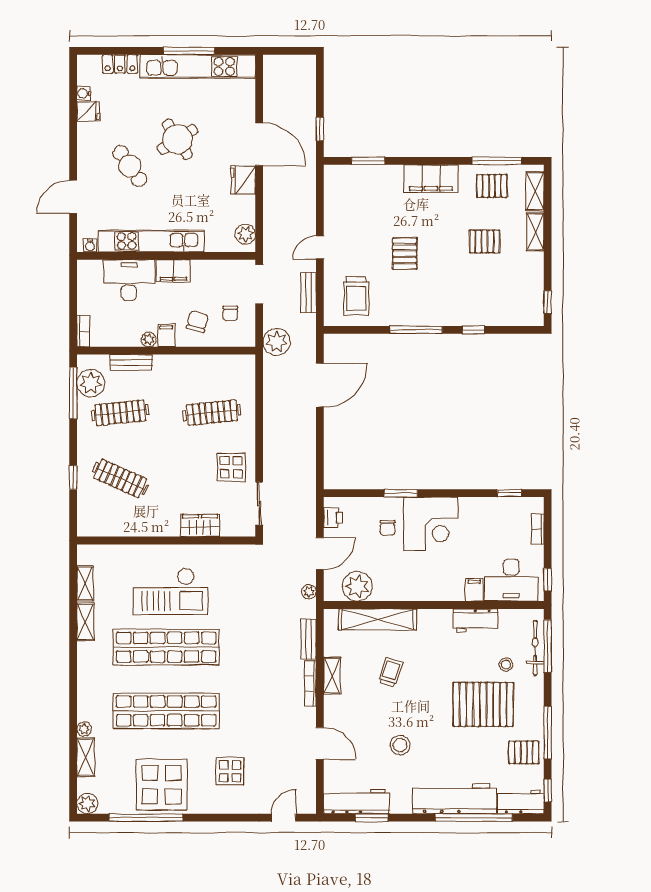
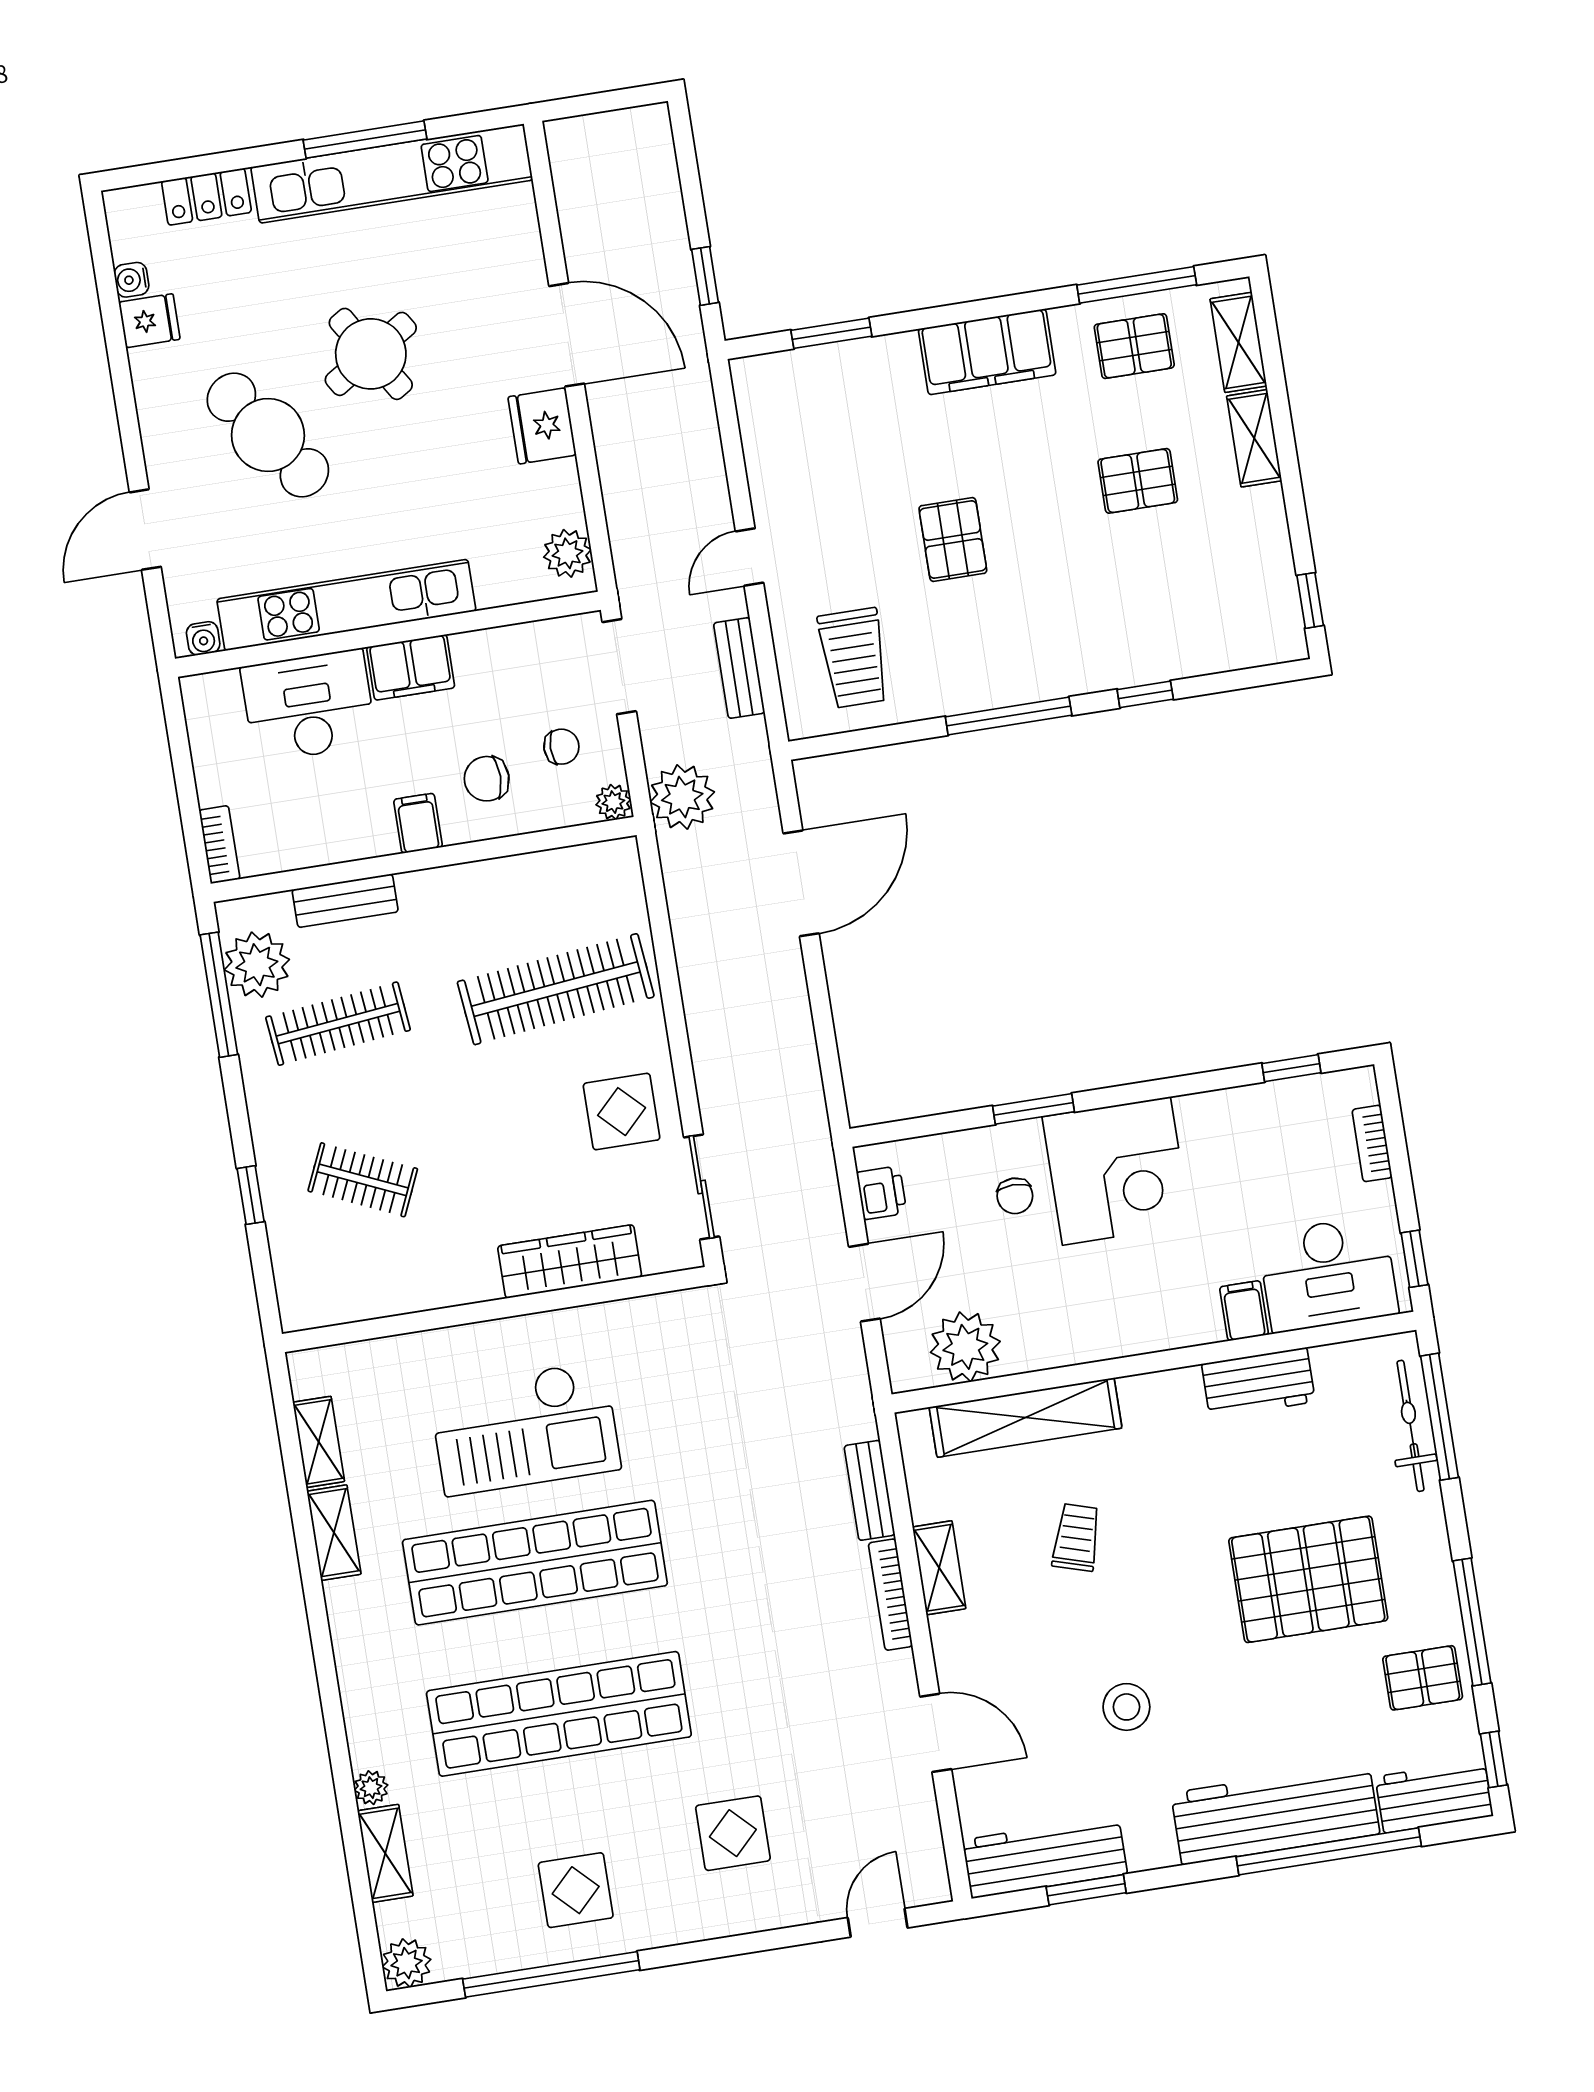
cafe table: (130, 166) -> (268, 435), width x1.37, depth x1.35
chair: (230, 313) -> (561, 747), turned -90
chair: (197, 322) -> (487, 779), turned -105
plant: (149, 339) -> (613, 802), moved
clothes rail: (212, 413) -> (556, 989), width x1.37, depth x1.31
clothes rail: (120, 479) -> (363, 1180), width x0.73
wardrobe: (200, 526) -> (570, 1262), width x1.50
plant: (309, 592) -> (853, 1377), removed
stool: (506, 664) -> (1347, 1476), removed
display table: (162, 785) -> (576, 1890), width x0.54, depth x0.54

